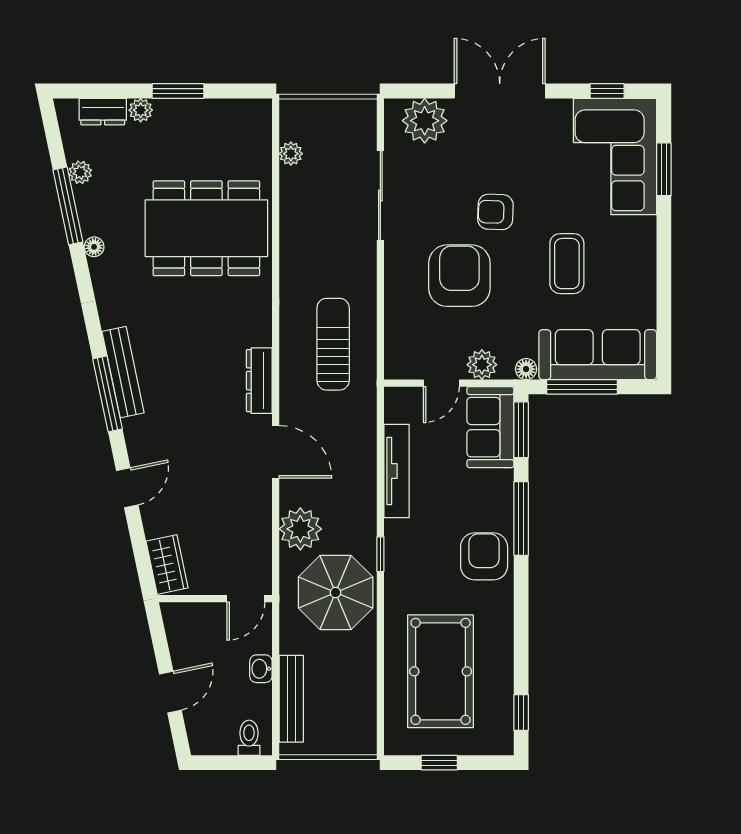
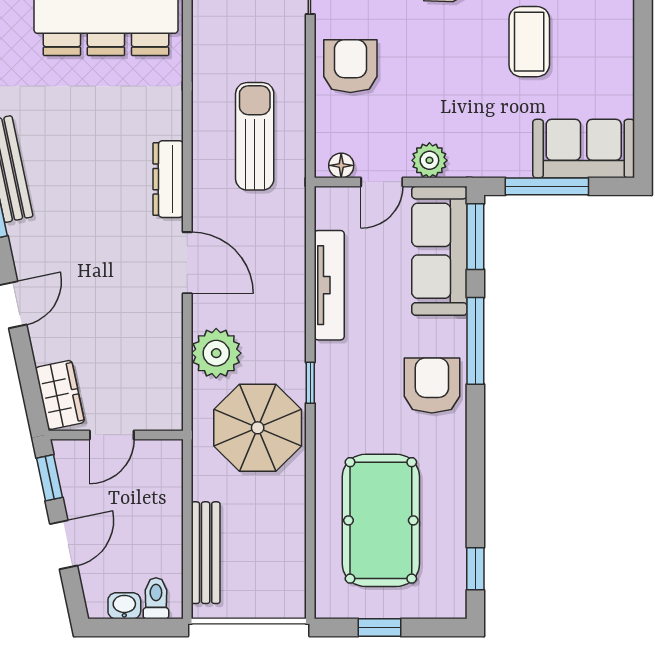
armchair: (459, 276) -> (350, 66), moved, width x0.73, depth x0.73
sofa: (598, 355) -> (584, 149), width x0.73
floor lamp: (526, 369) -> (341, 165), moved
sofa: (490, 427) -> (439, 251), width x1.36
door: (246, 599) -> (112, 435), moved
window: (158, 635) -> (50, 478), added
washbasin: (261, 669) -> (124, 606), moved, turned 90

